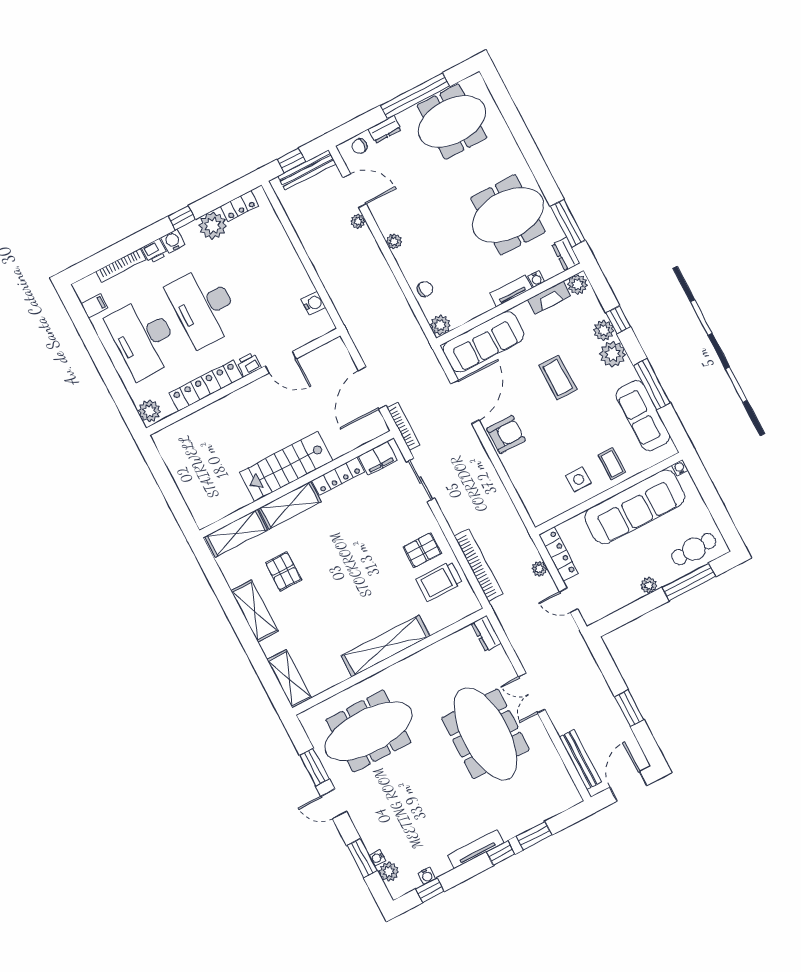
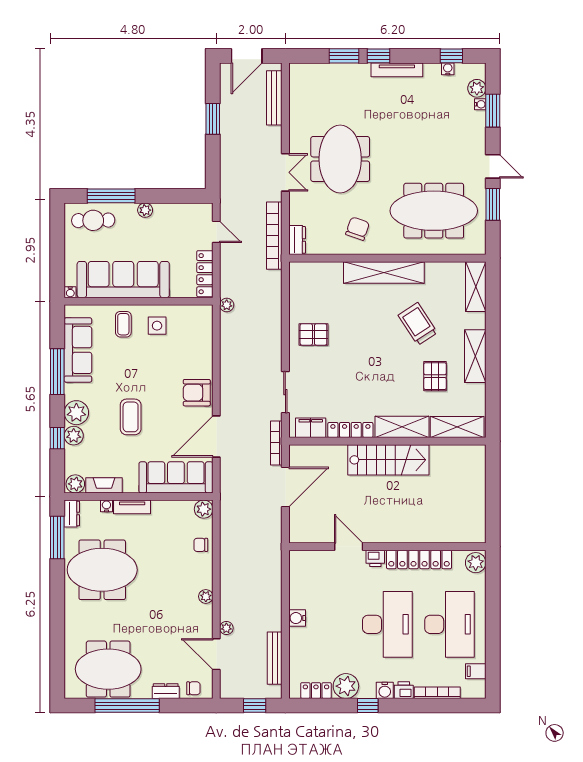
bench: (307, 170) -> (275, 658), moved, turned 90
water cooler: (313, 303) -> (297, 618), moved
bookcase: (479, 565) -> (274, 236), moved
plant: (539, 569) -> (227, 305), moved
trolley: (439, 581) -> (418, 324), moved, turned -123
chair: (433, 675) -> (358, 229), added
meeting table: (485, 734) -> (340, 159), width x0.73

